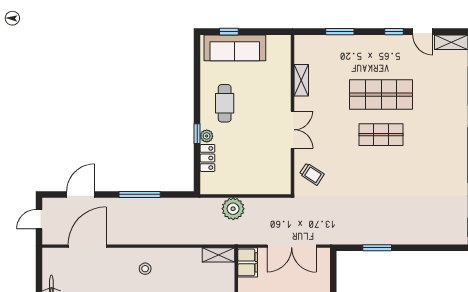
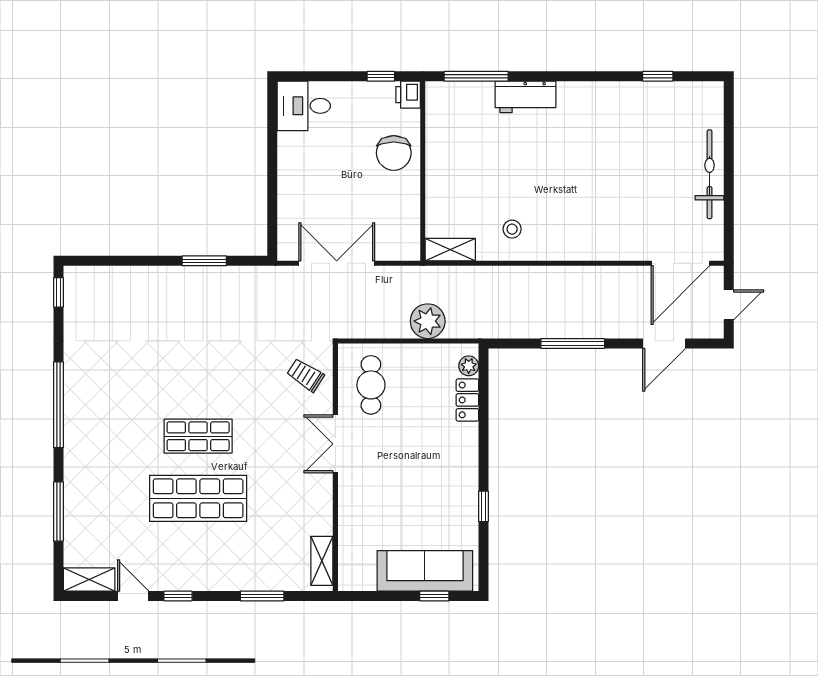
shelving: (301, 80) -> (322, 561), moved
cafe table: (225, 103) -> (371, 385), moved
window: (197, 134) -> (483, 506), moved
plant: (207, 136) -> (469, 366), moved
door: (87, 246) -> (680, 263), moved
filing cabinet: (248, 262) -> (405, 238), removed
stool: (145, 269) -> (512, 229), moved

